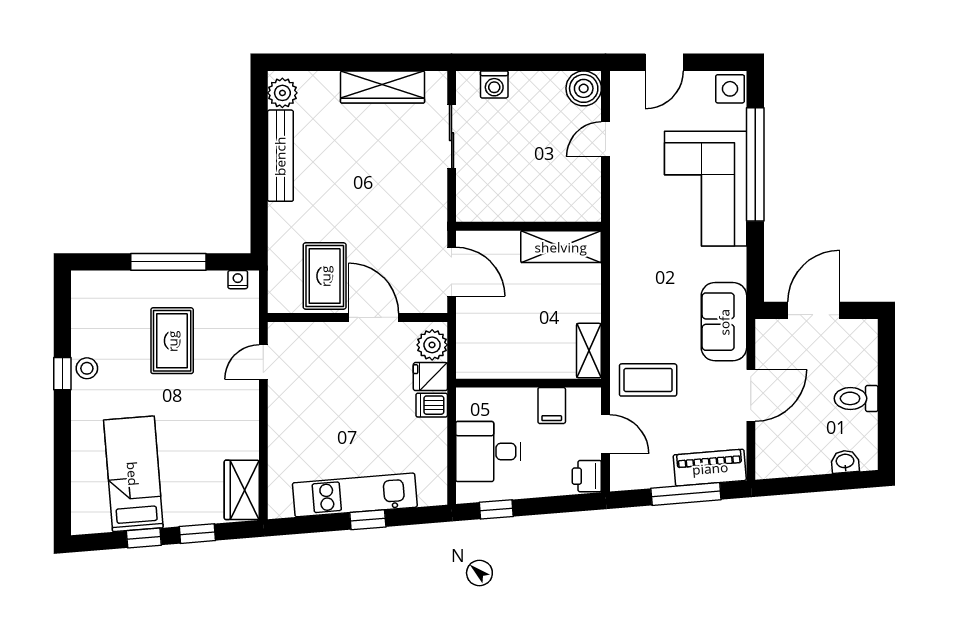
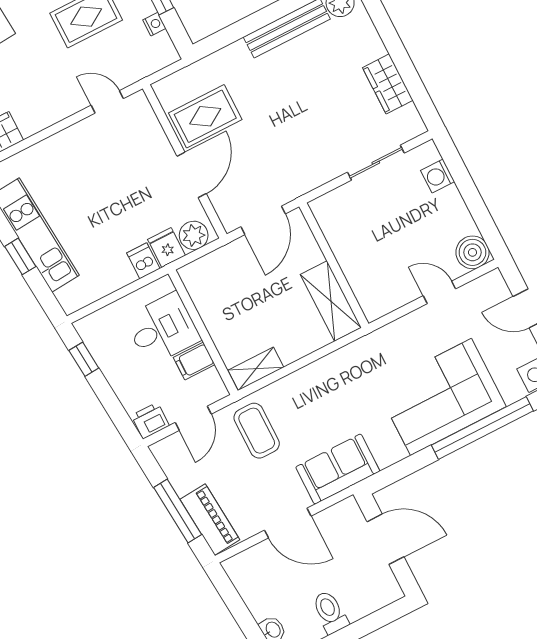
wardrobe: (383, 87) -> (388, 84), width x0.67
nightstand: (238, 280) -> (154, 24), moved
desk: (488, 452) -> (163, 329), moved, turned 90

